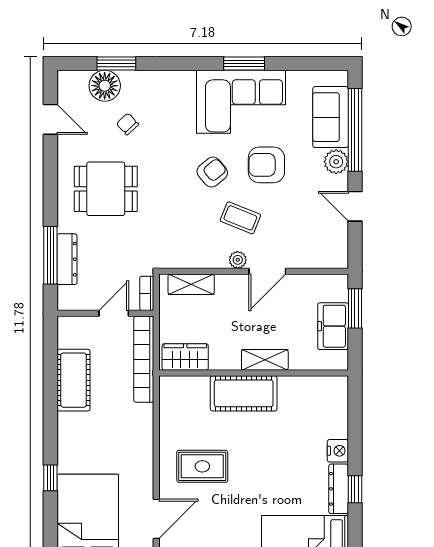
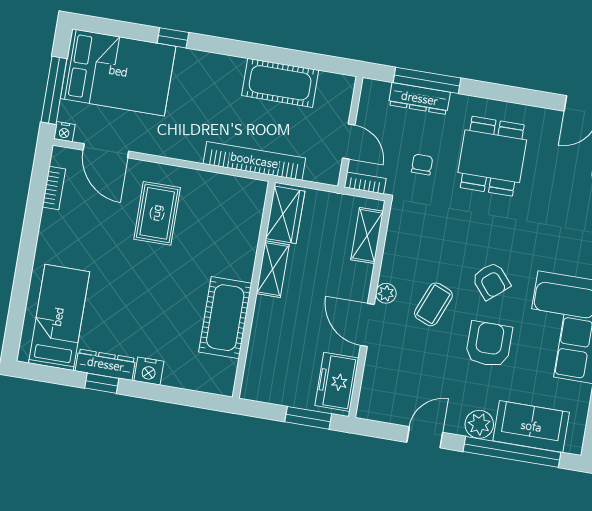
chair: (127, 124) -> (422, 165), moved, turned -47
freezer: (333, 326) -> (337, 382), moved, turned -90
bookcase: (144, 359) -> (254, 161), moved
shelving: (265, 360) -> (273, 269), moved
cot: (244, 393) -> (225, 318), moved

